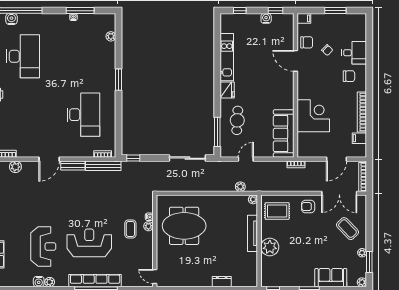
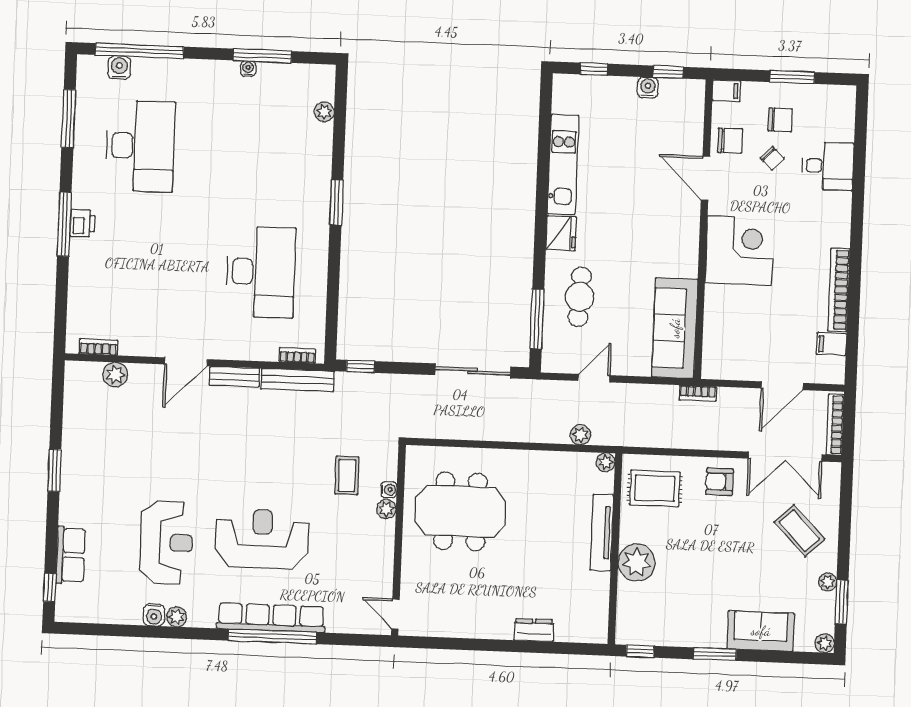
chair: (349, 76) -> (780, 120), moved
corner desk: (313, 116) -> (740, 251), moved
coffee table: (130, 229) -> (347, 475), moved

